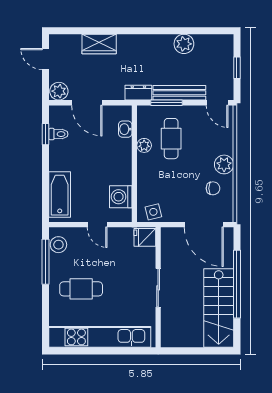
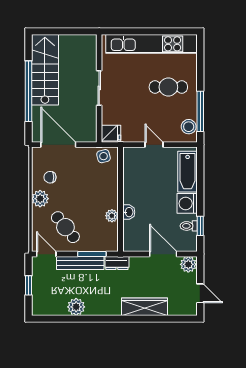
wardrobe: (99, 44) -> (144, 307), width x1.50
washbasin: (125, 129) -> (129, 212), moved
cafe table: (171, 139) -> (65, 227), moved, turned -39
washing machine: (121, 197) -> (187, 203), moved, turned 180

